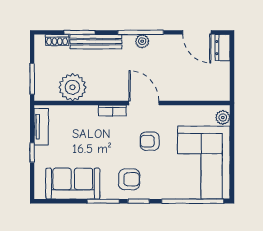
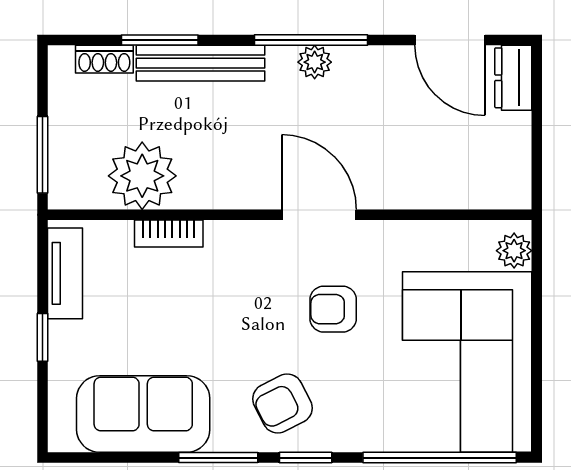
bookcase: (112, 111) -> (169, 234), moved
armchair: (129, 179) -> (282, 403), turned 153

